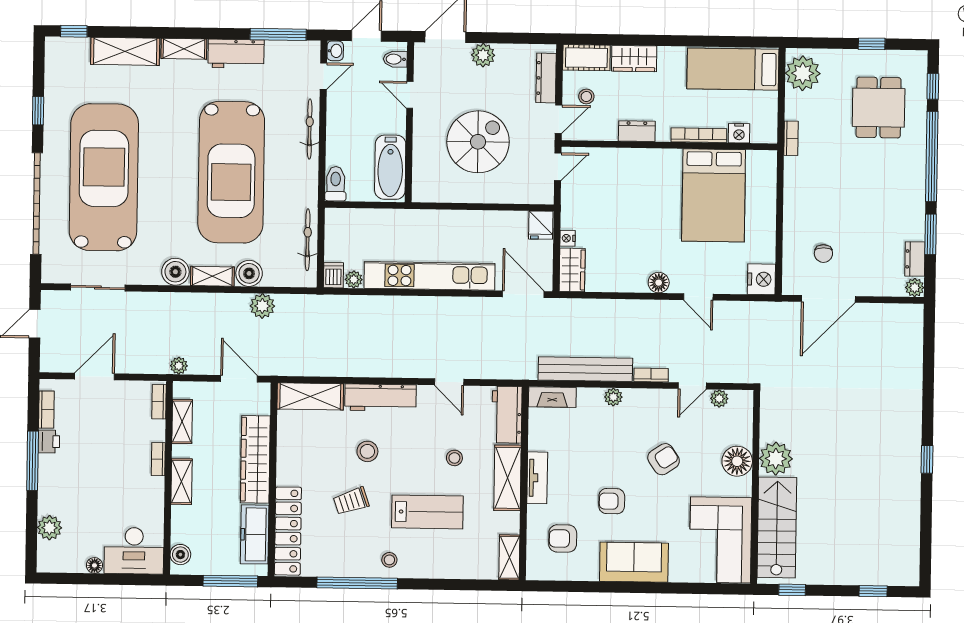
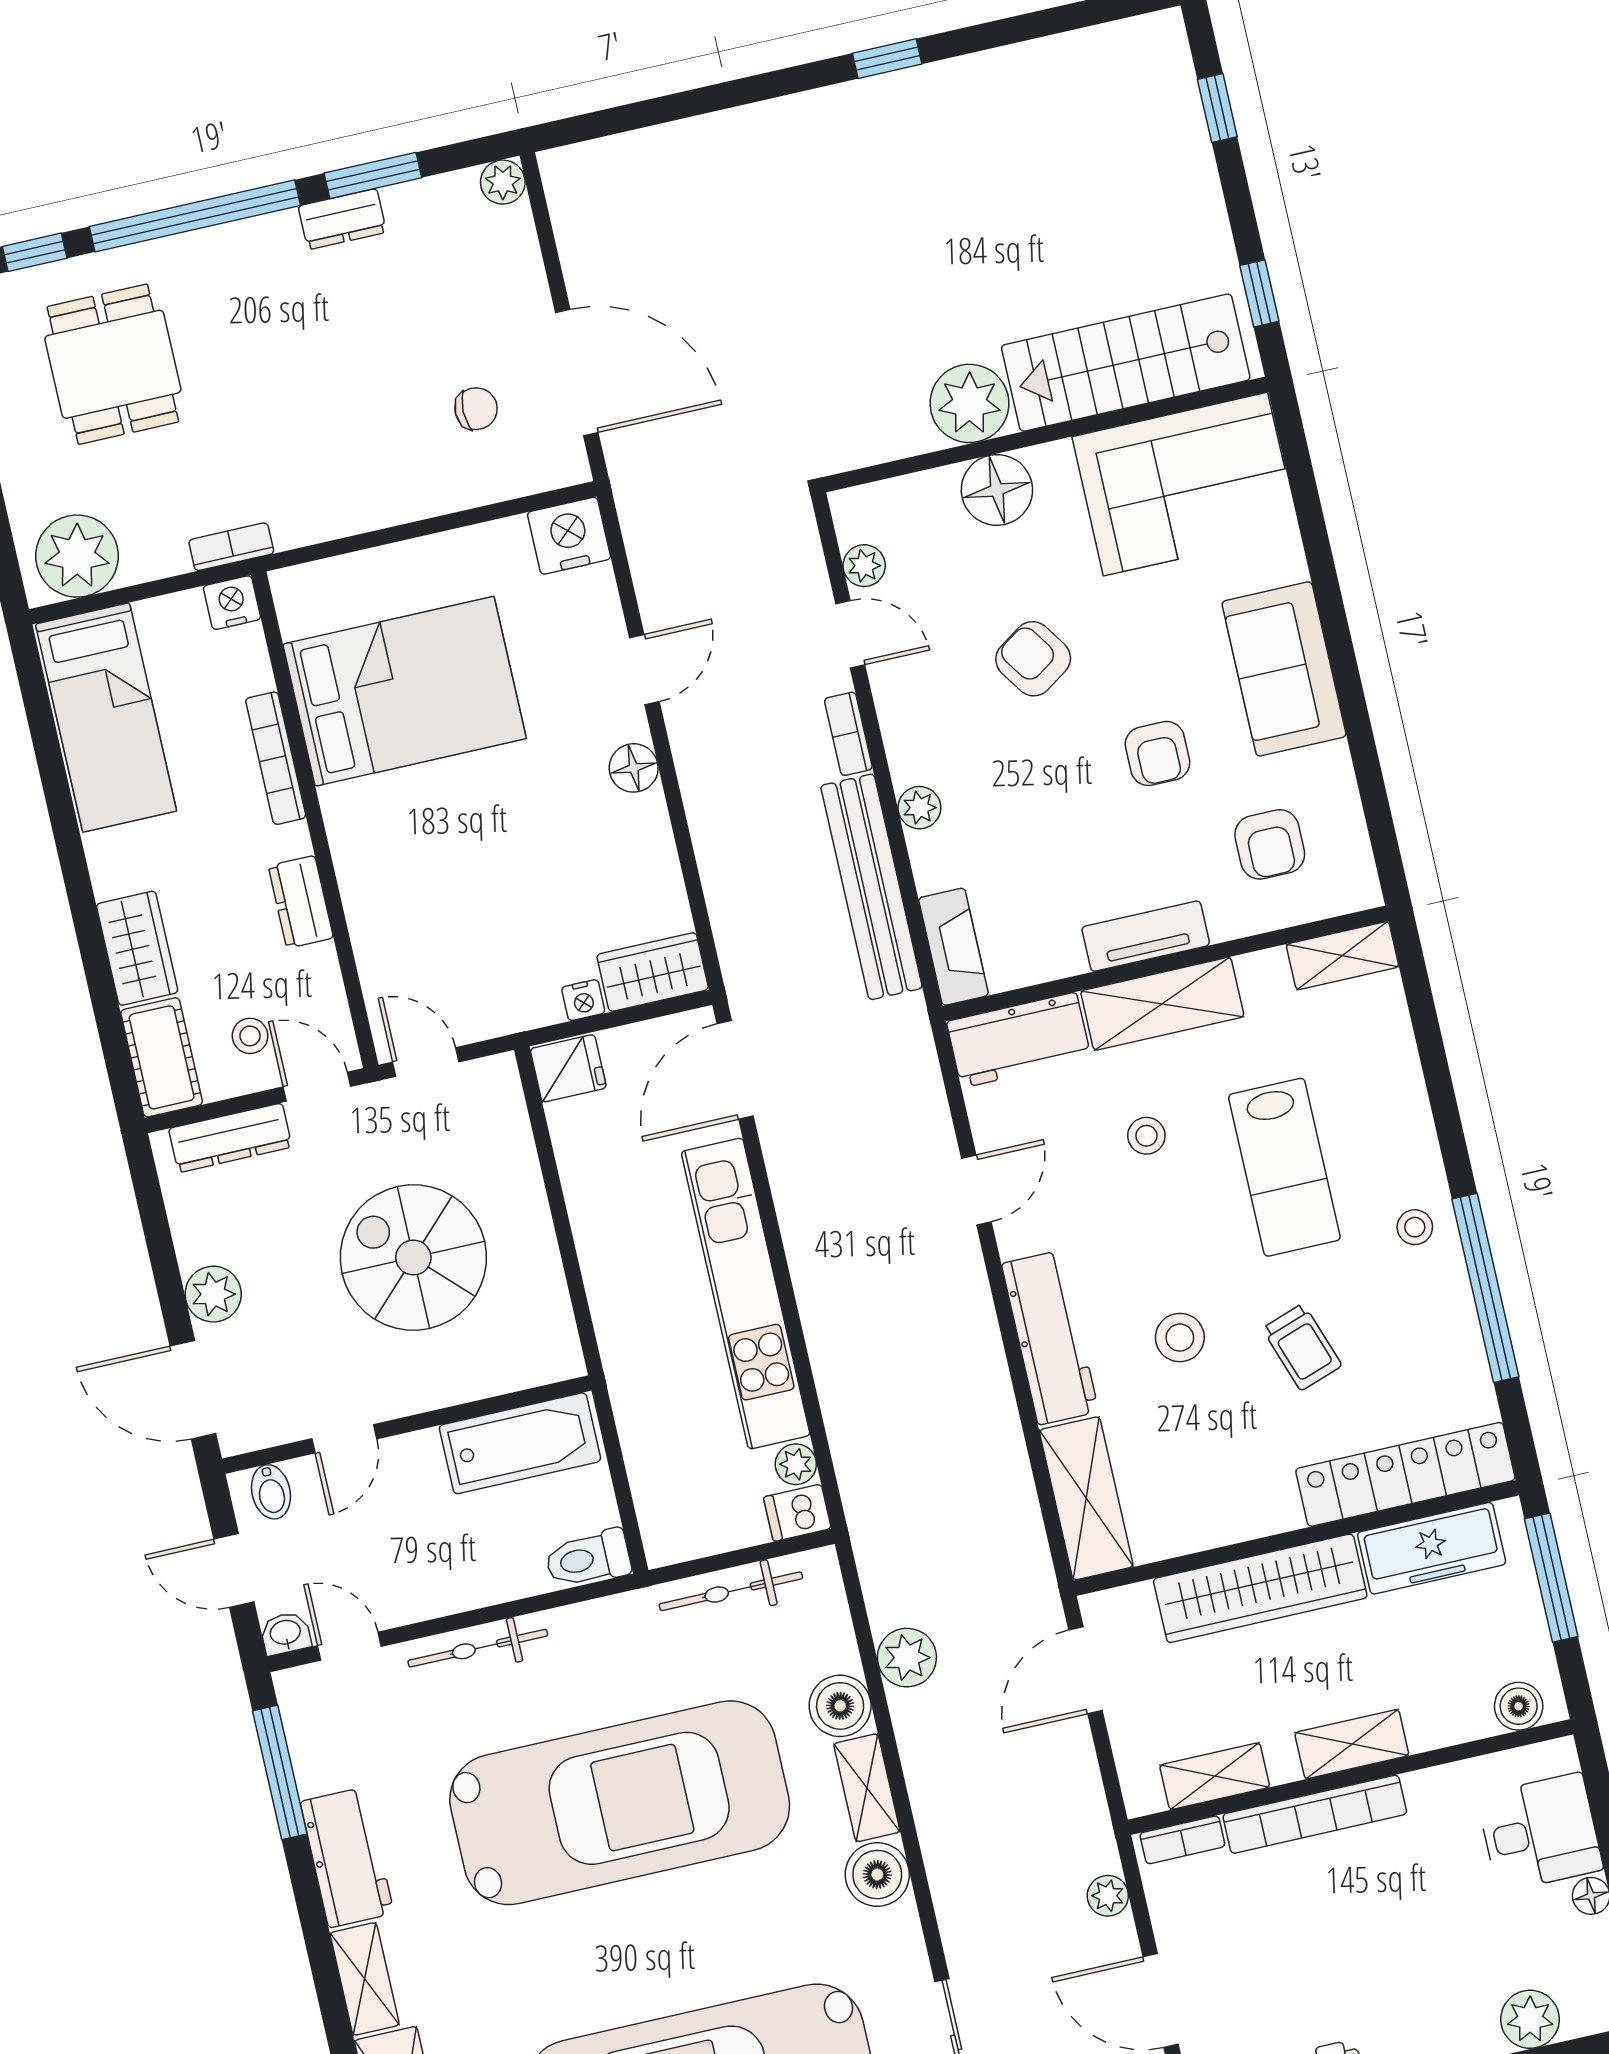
dining table: (879, 108) -> (113, 364), turned 90
nightstand: (739, 133) -> (232, 603), moved, turned -90
dresser: (915, 259) -> (342, 219), moved
plant: (179, 366) -> (1108, 1896), moved
bookcase: (158, 459) -> (1315, 1814), width x2.31, depth x1.31
lab bench: (427, 512) -> (1284, 1167), turned 180
desk: (134, 551) -> (1540, 1832), width x0.73

